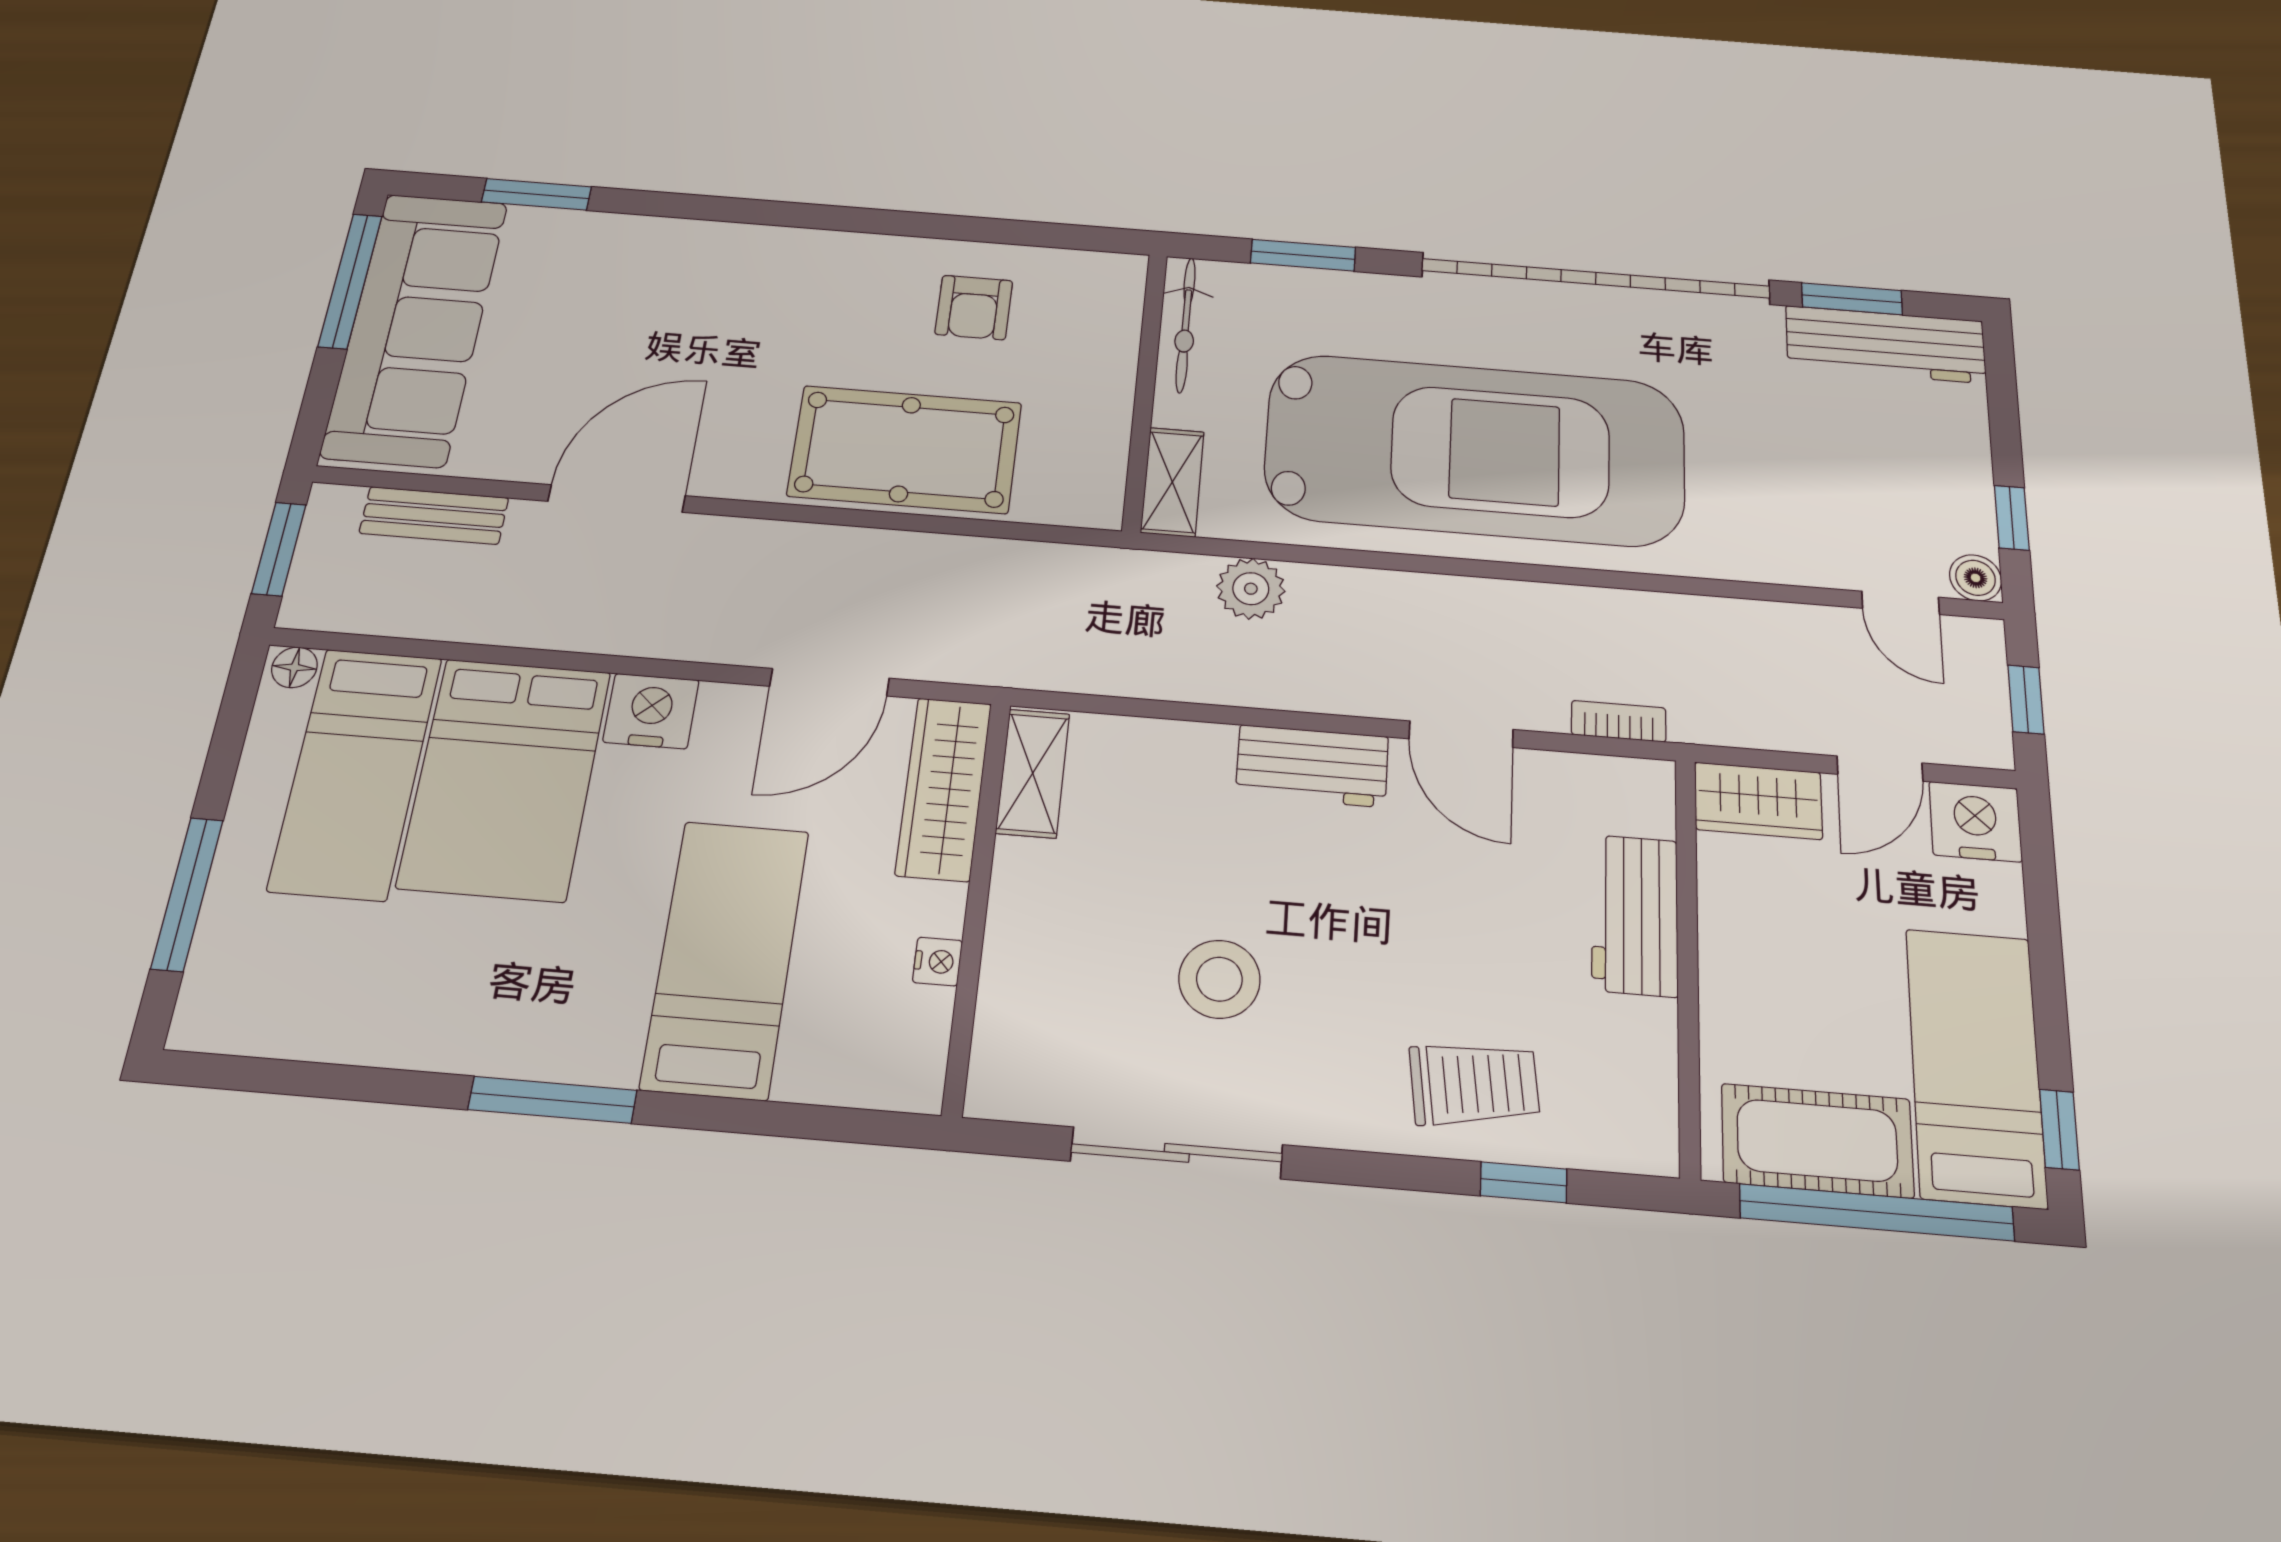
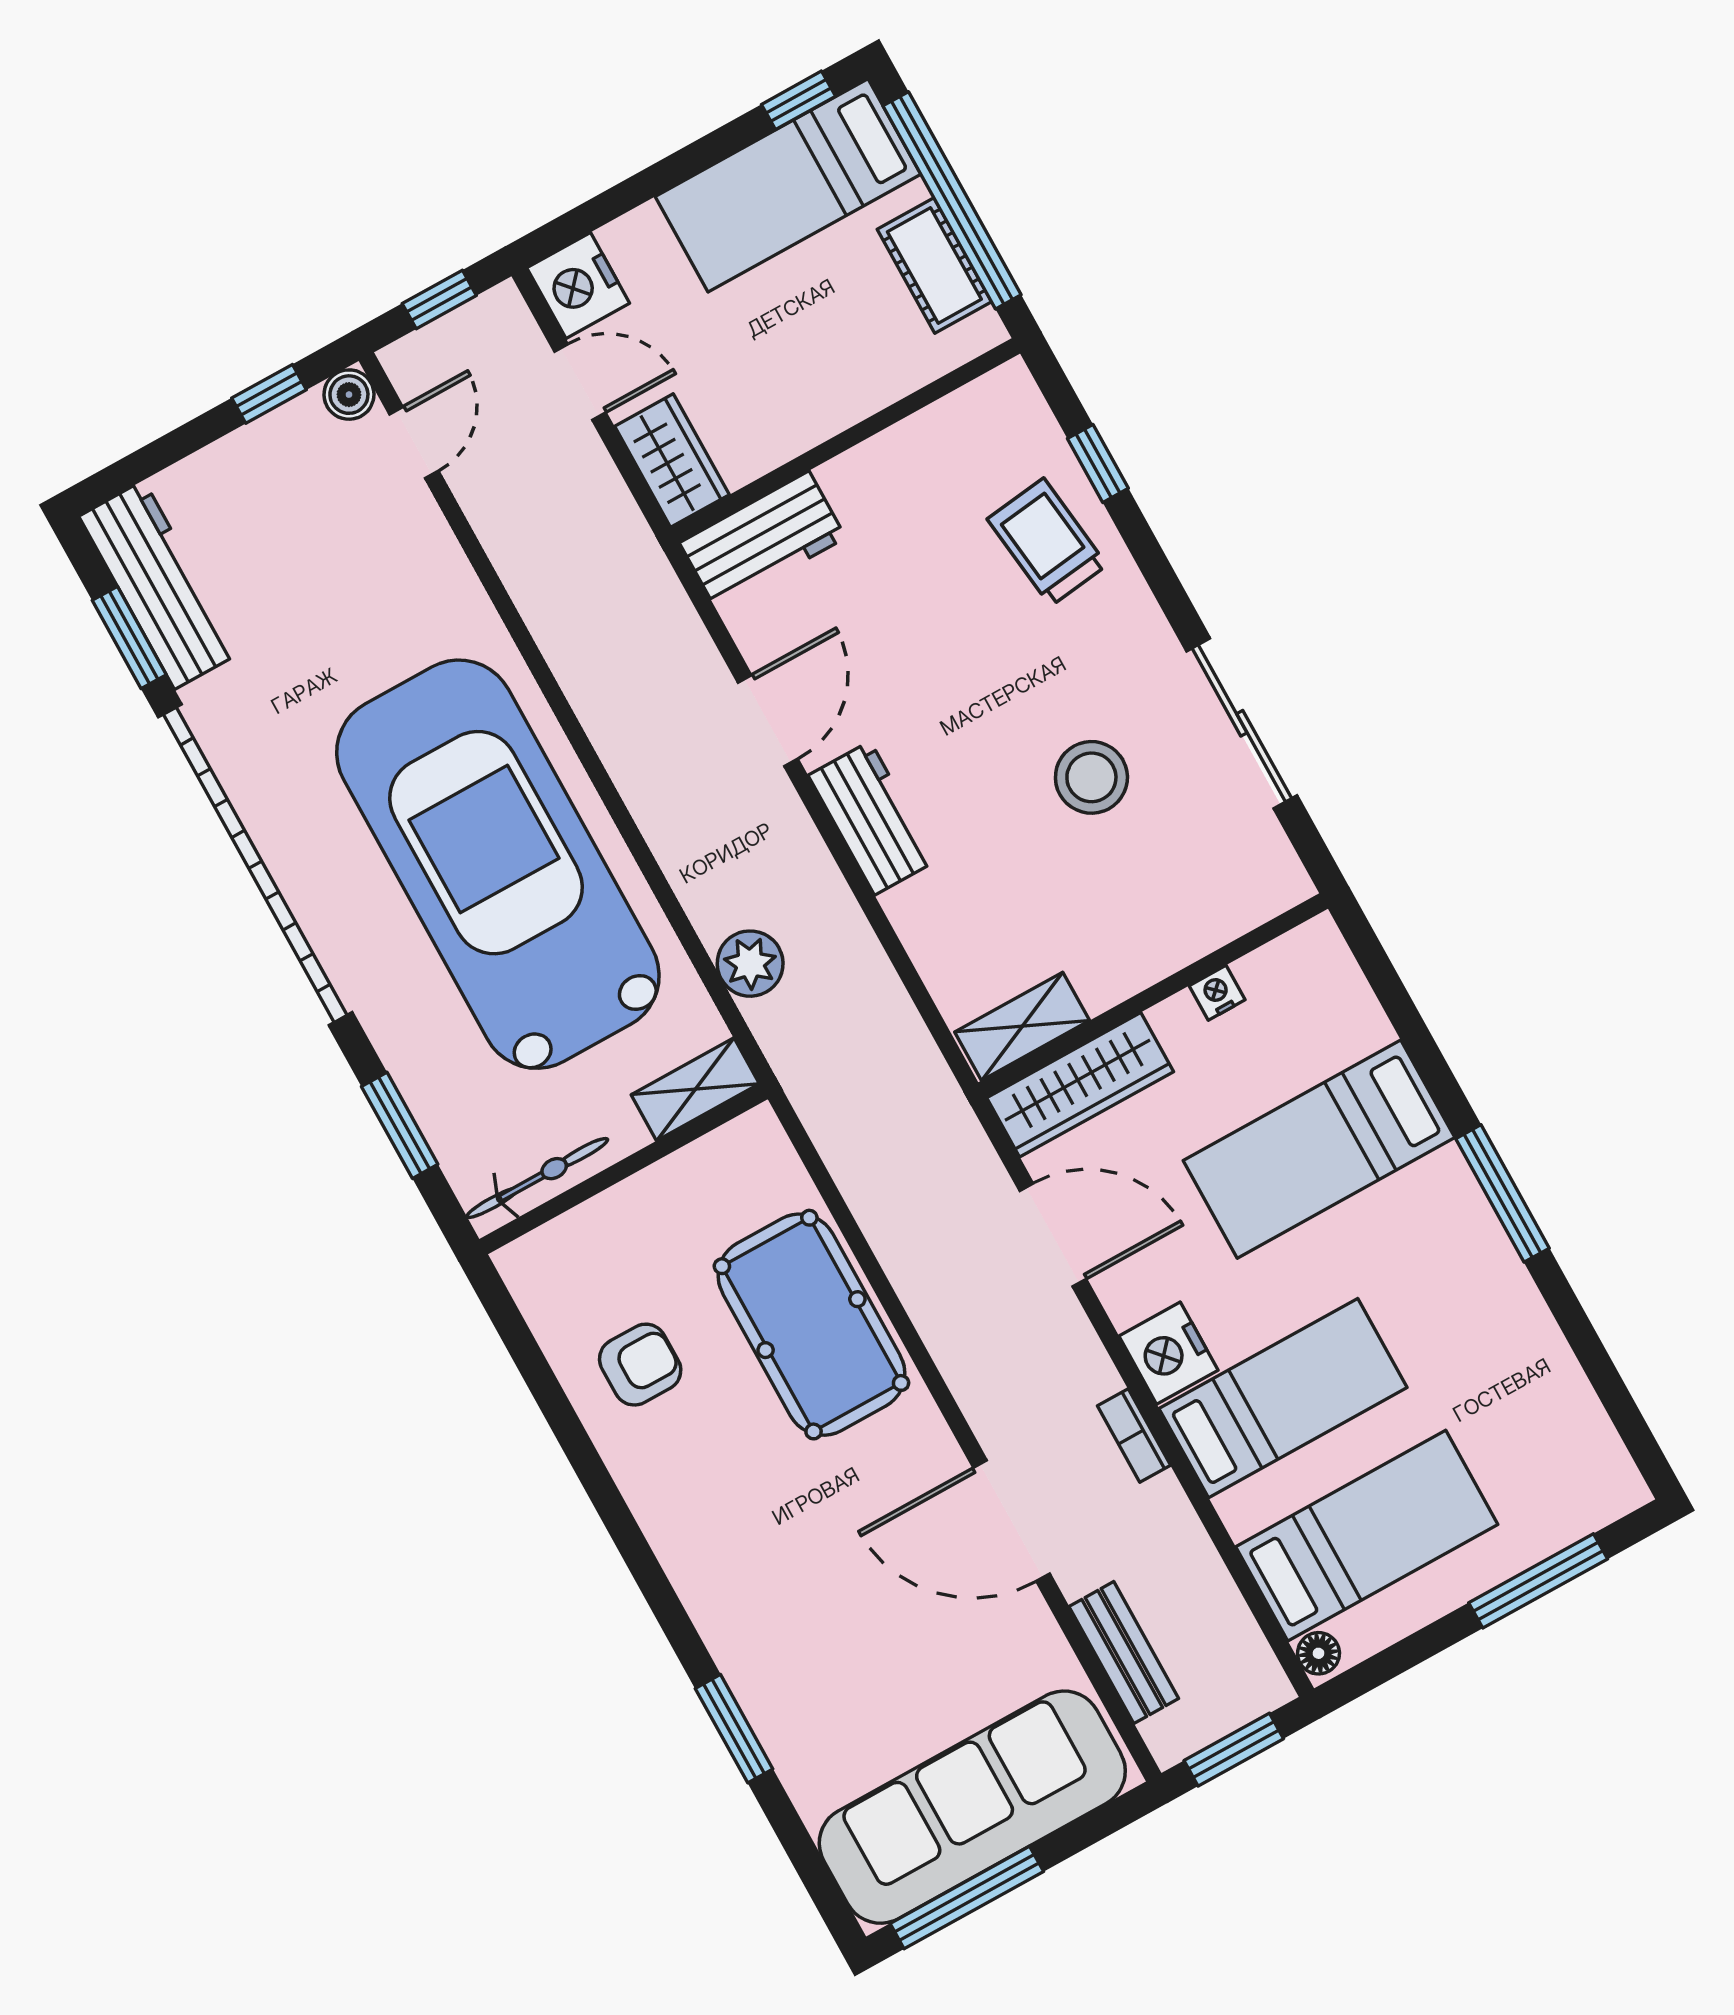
window: (536, 194) -> (734, 1729), moved
bookcase: (1619, 721) -> (1134, 1436), moved
bed: (505, 778) -> (1283, 1398), width x0.67
workbench: (1635, 915) -> (763, 540), moved
cot: (1817, 1141) -> (934, 266), width x0.73, depth x0.75

